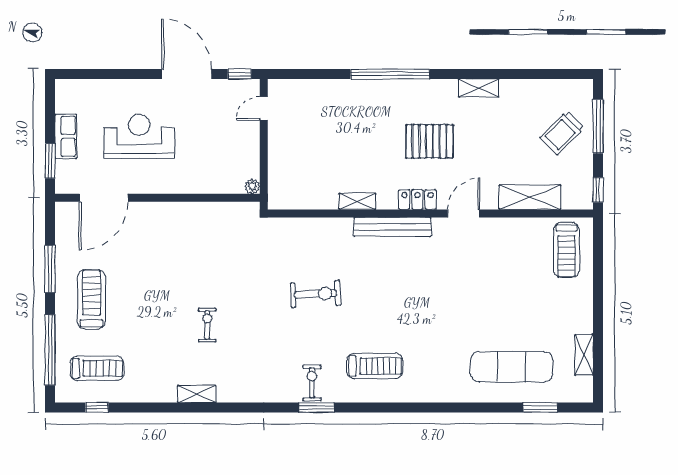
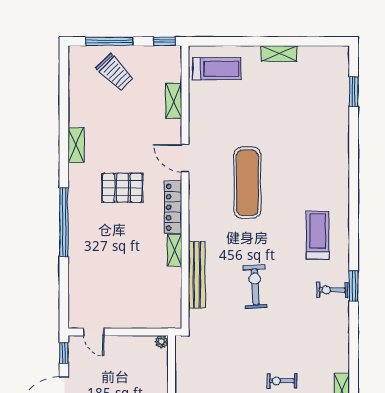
pallet: (429, 141) -> (122, 188), turned 90
shelving: (530, 197) -> (174, 101), width x0.67, depth x0.75
locker: (417, 200) -> (173, 207), width x1.53
bench: (392, 227) -> (197, 275), moved
shelving: (584, 355) -> (279, 54), moved
exercise mat: (512, 367) -> (247, 183), moved

